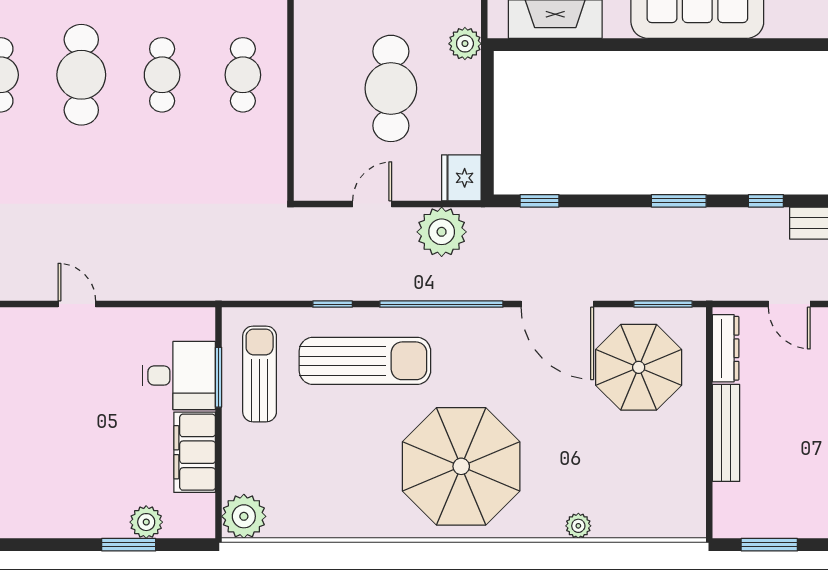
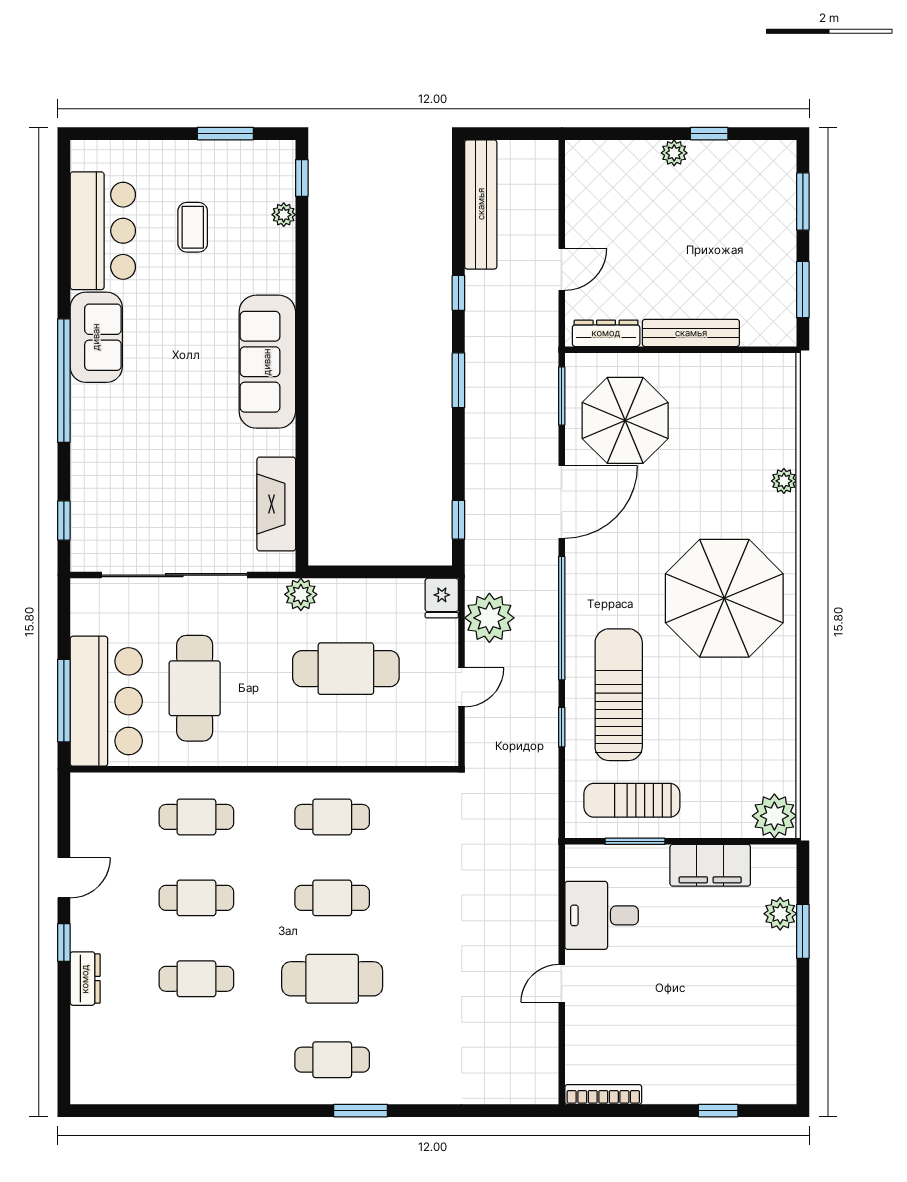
fridge: (461, 178) -> (442, 598), width x0.72
door: (372, 204) -> (462, 687), swing flipped
desk: (179, 376) -> (602, 915), moved, turned -90

